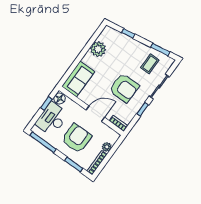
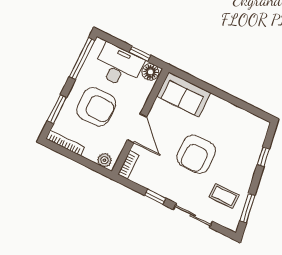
plant: (98, 49) -> (233, 116), removed
armchair: (124, 88) -> (196, 154), moved
plant: (107, 147) -> (105, 160), moved

